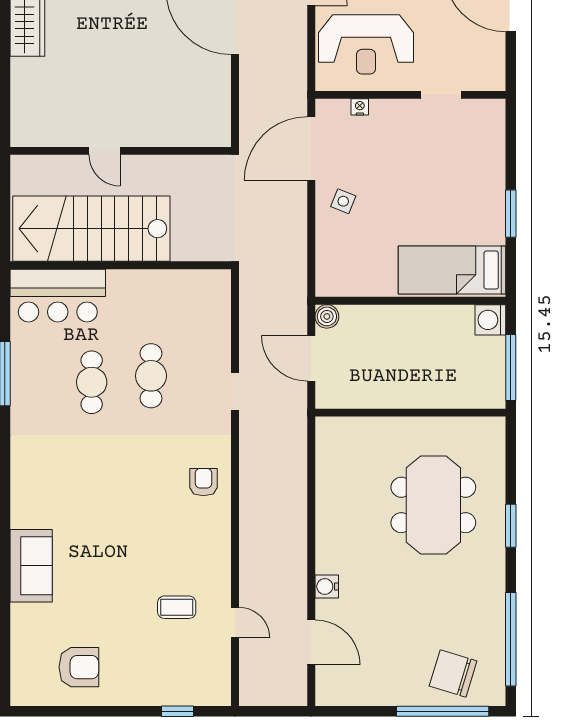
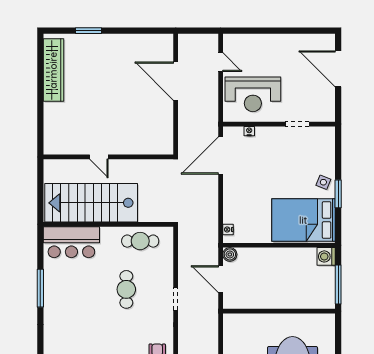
side table: (343, 201) -> (323, 182), moved
bed: (452, 270) -> (303, 220), width x1.50
nightstand: (324, 274) -> (228, 230), added
cafe table: (92, 382) -> (140, 241), moved, turned 90

